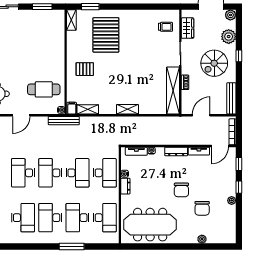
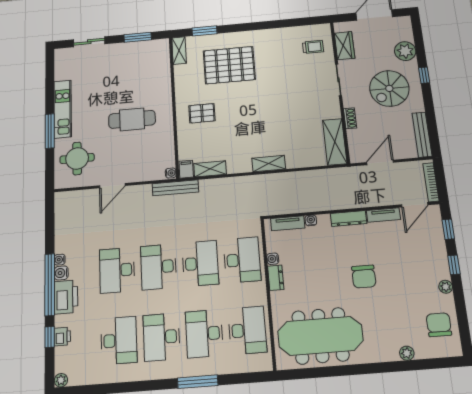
plant: (230, 15) -> (404, 23), removed
pallet: (106, 35) -> (229, 65), turned 90
cafe table: (44, 89) -> (132, 119), moved
shelving: (173, 91) -> (335, 142), width x0.68
chair: (202, 208) -> (439, 325), moved, turned 180

